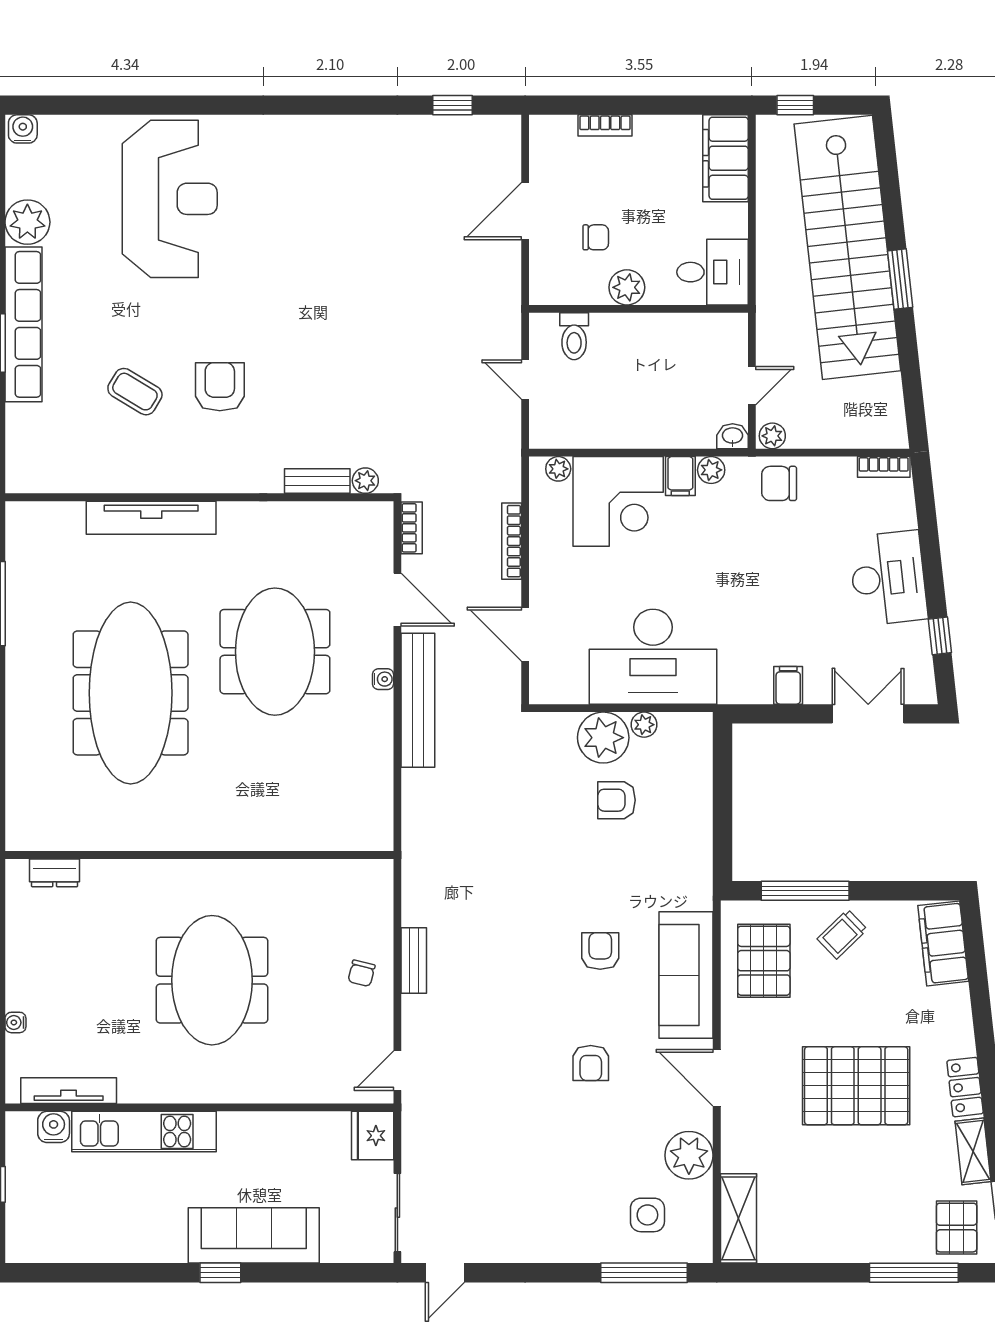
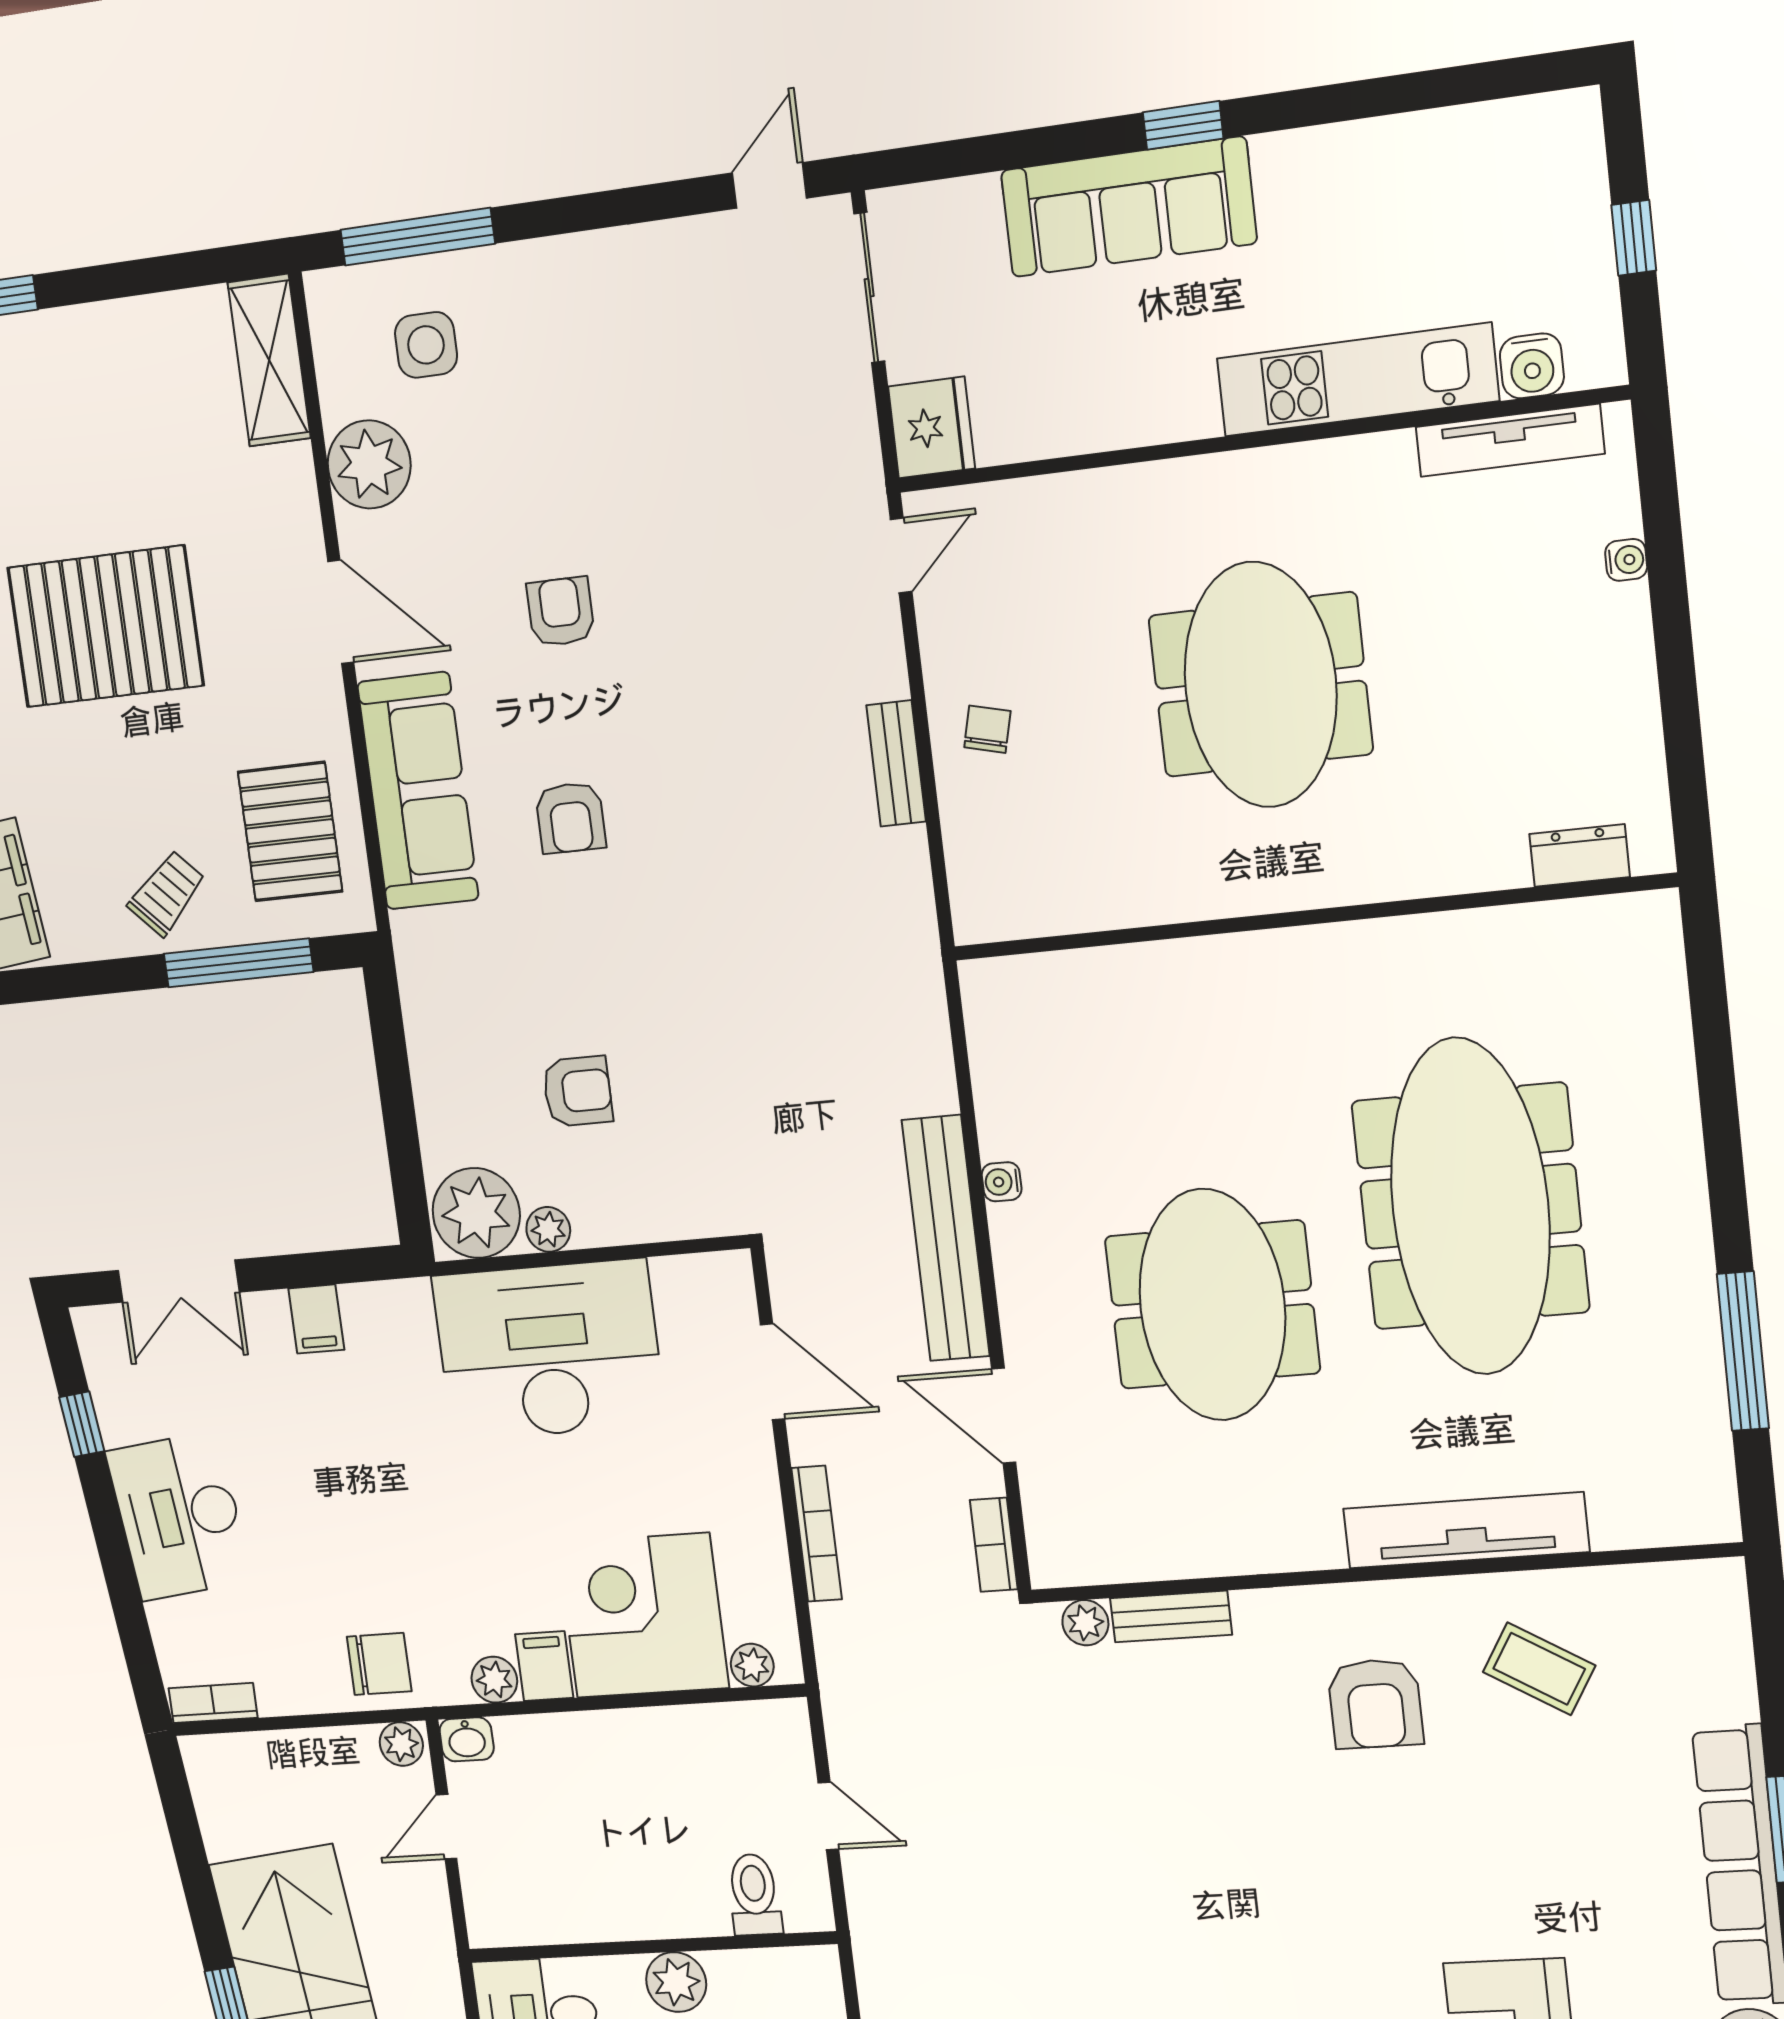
armchair: (220, 387) -> (1375, 1704), moved
coffee table: (135, 392) -> (1539, 1669), moved
water cooler: (383, 679) -> (1002, 1182), moved
plant: (603, 738) -> (476, 1213), moved

